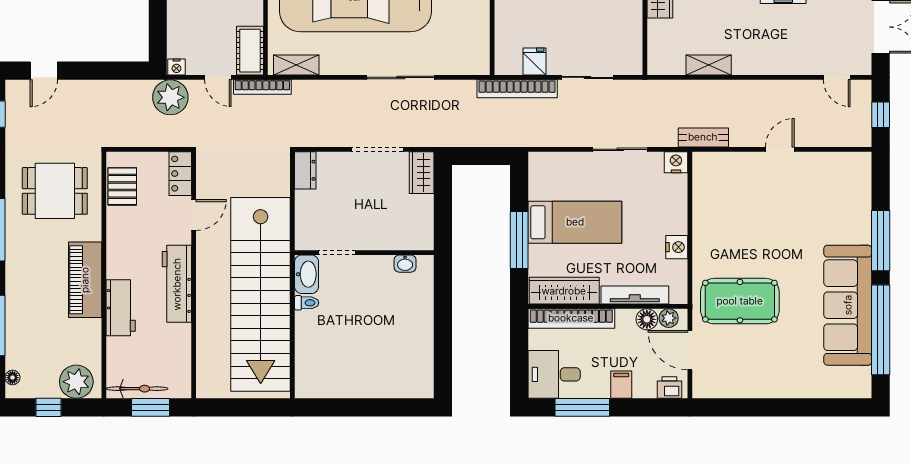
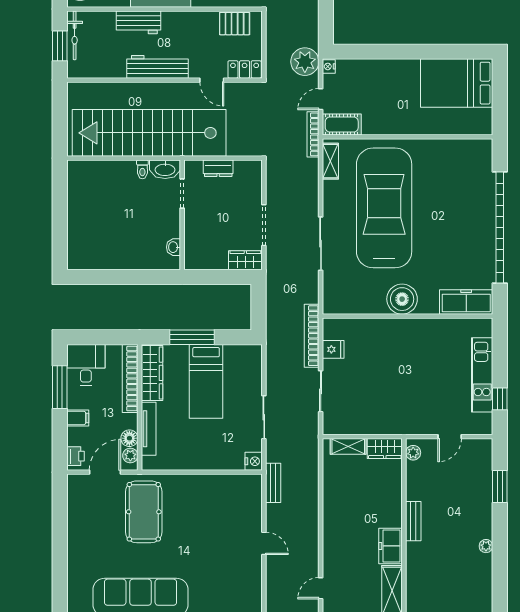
shelving: (709, 65) -> (348, 446), moved, turned 90
dresser: (305, 170) -> (218, 168), moved
nightstand: (677, 247) -> (186, 462), removed

